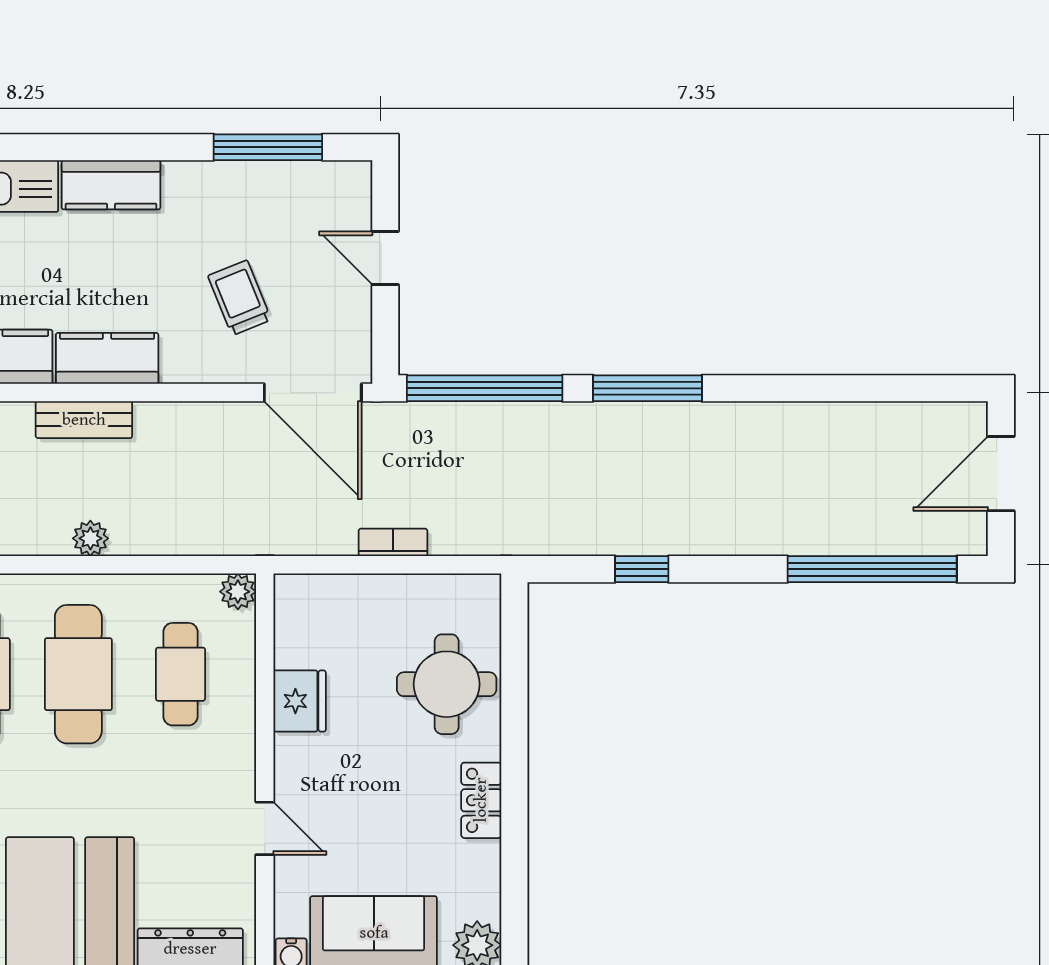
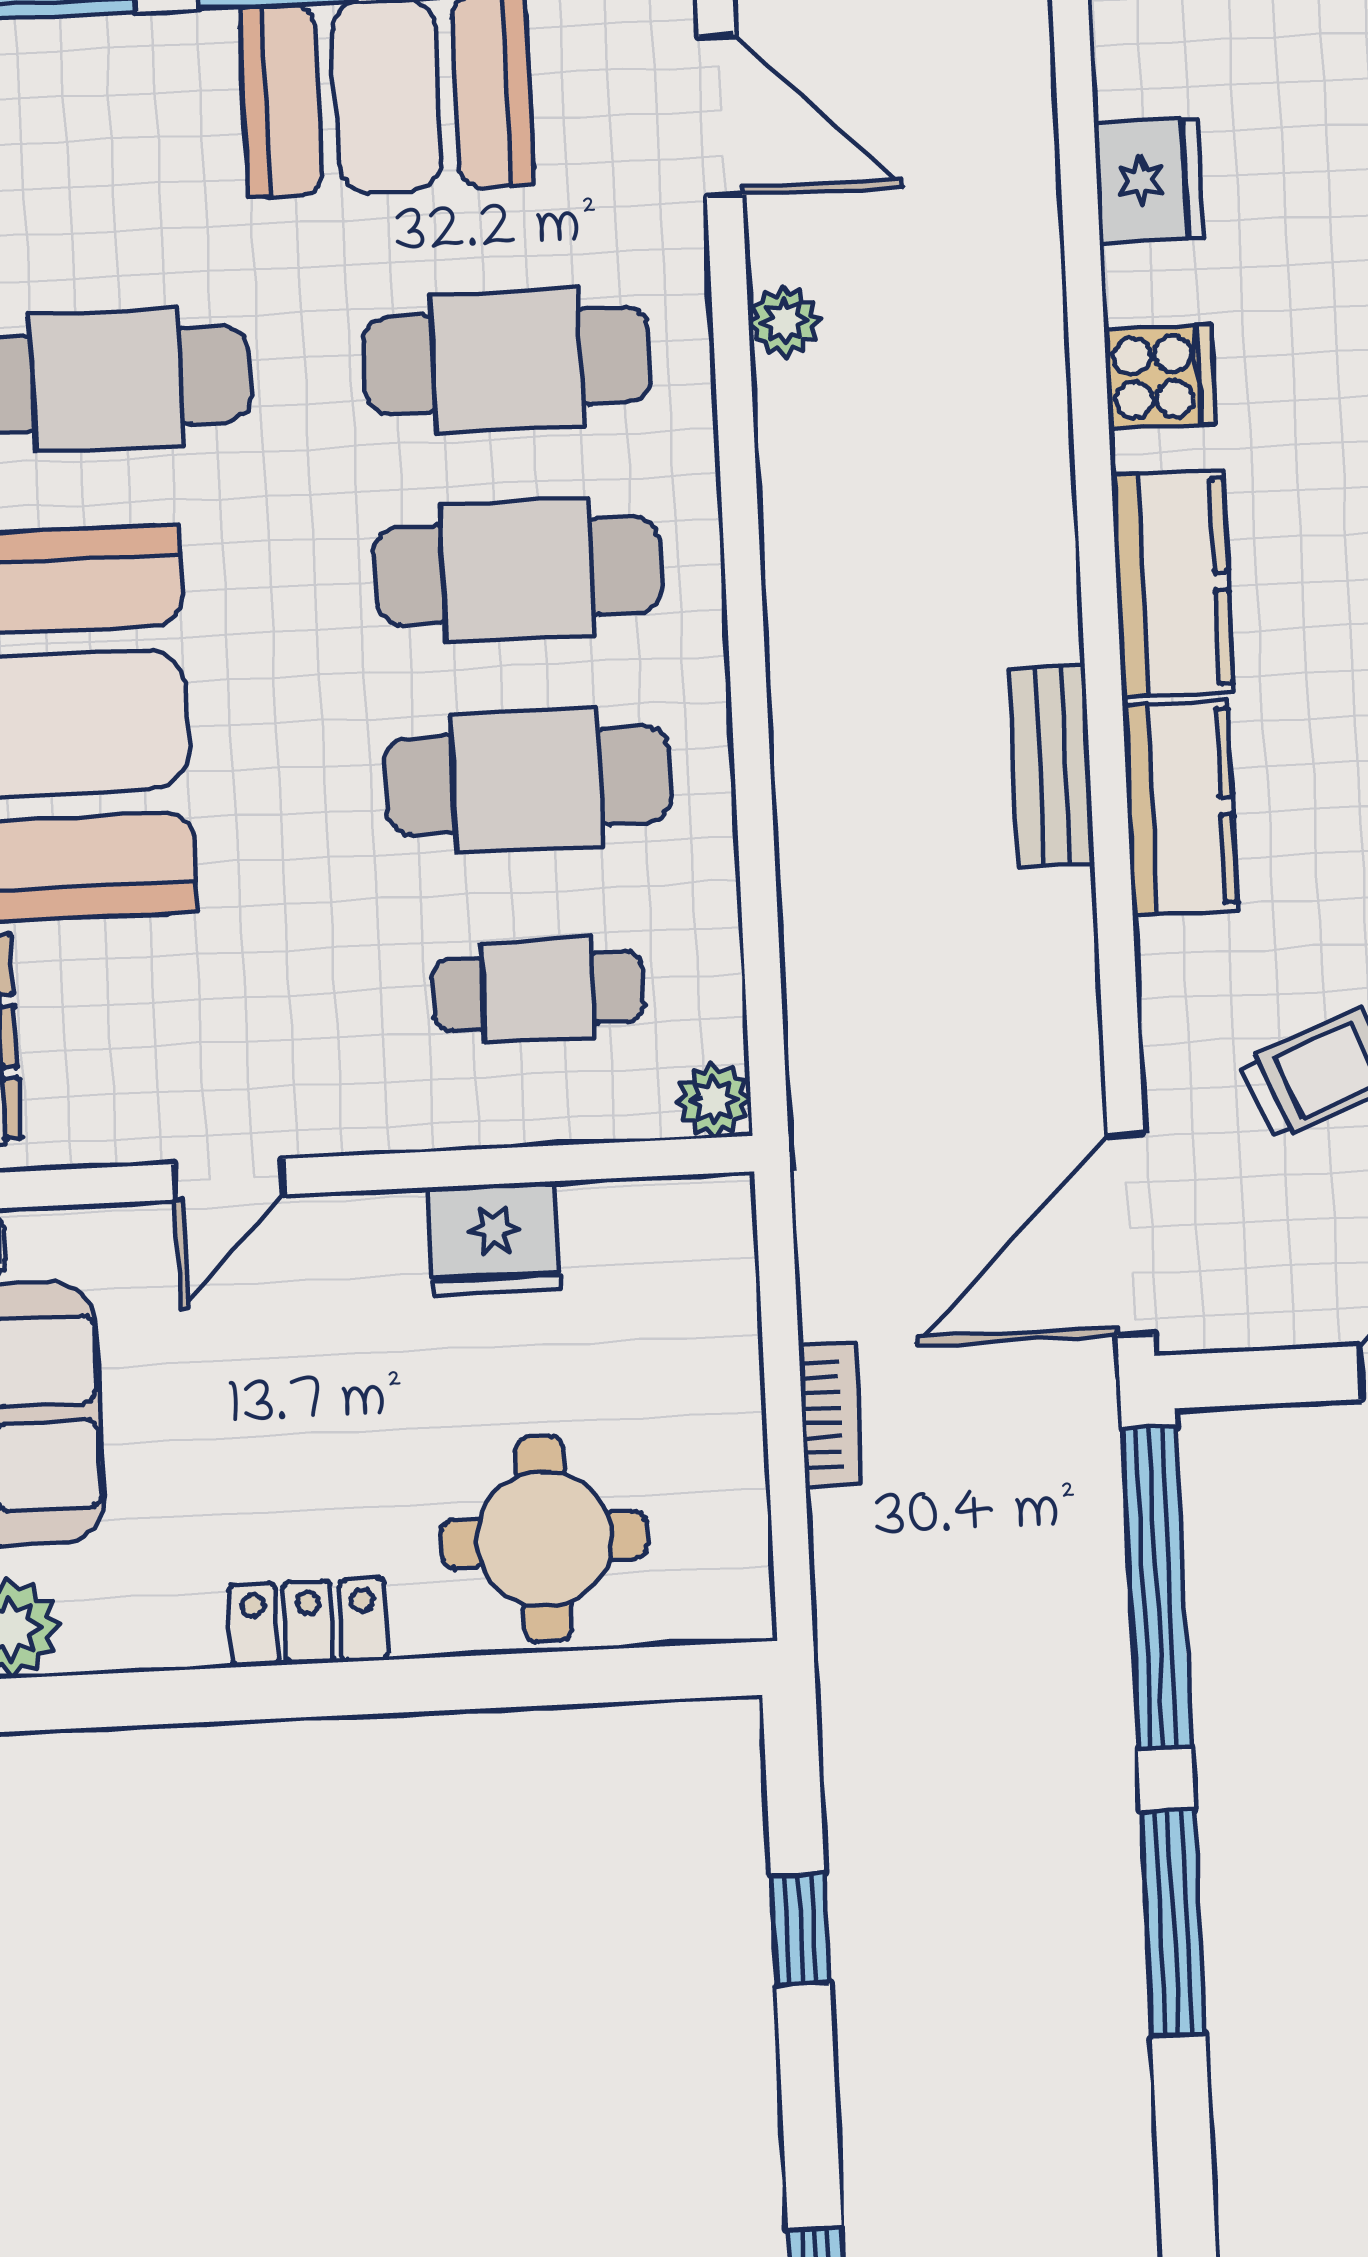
plant: (90, 538) -> (808, 792), removed

